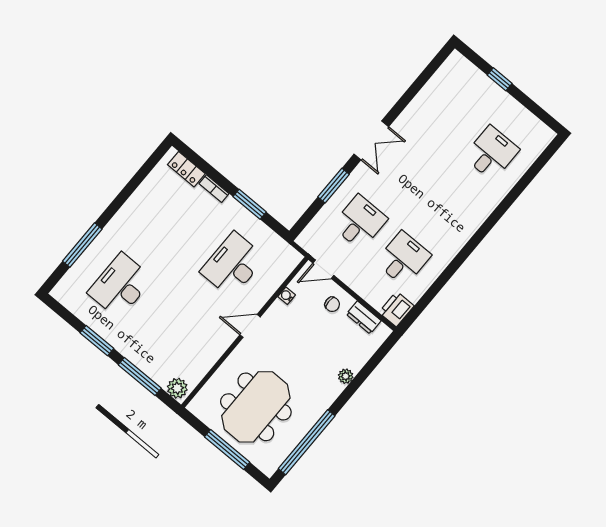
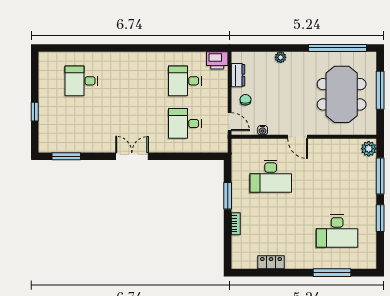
locker: (186, 169) -> (271, 262), moved, turned -90
window: (334, 186) -> (66, 156), moved
meeting table: (256, 407) -> (342, 94), turned 90

